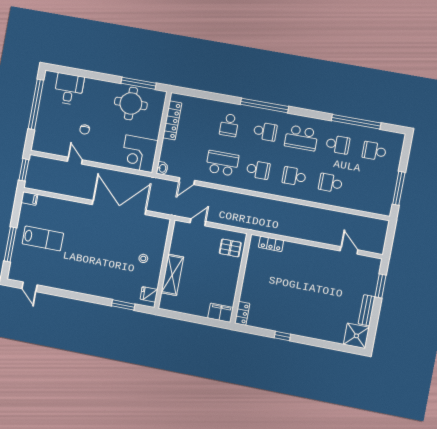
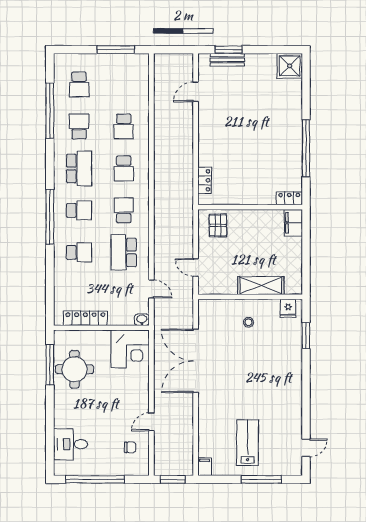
chair: (85, 129) -> (130, 447), moved
school desk: (265, 131) -> (79, 210), turned 90
bench: (367, 310) -> (227, 60), moved
window: (282, 336) -> (306, 148), width x3.17

